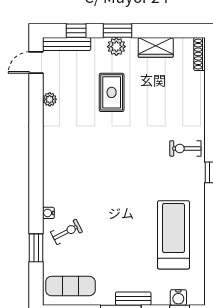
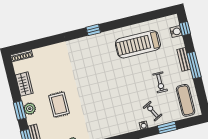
rug: (112, 92) -> (59, 105), turned 90
exercise bike: (185, 148) -> (160, 82), moved

